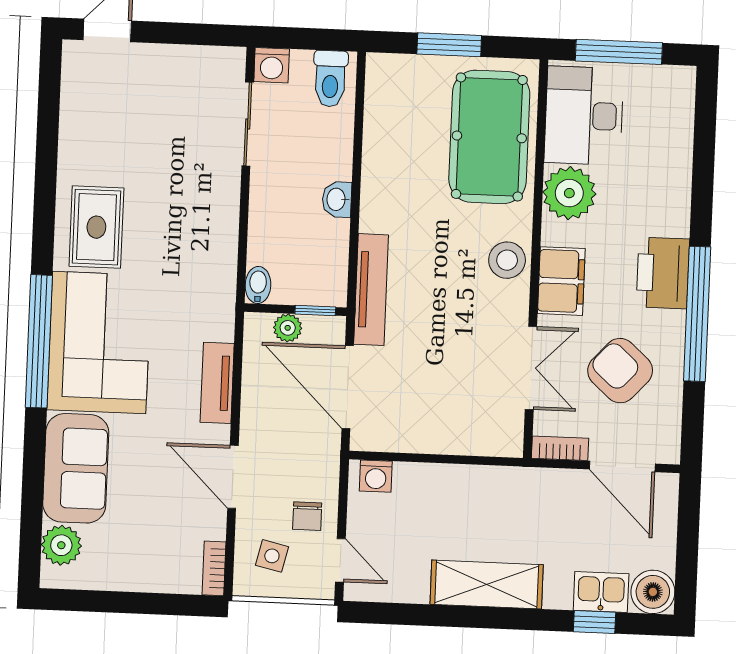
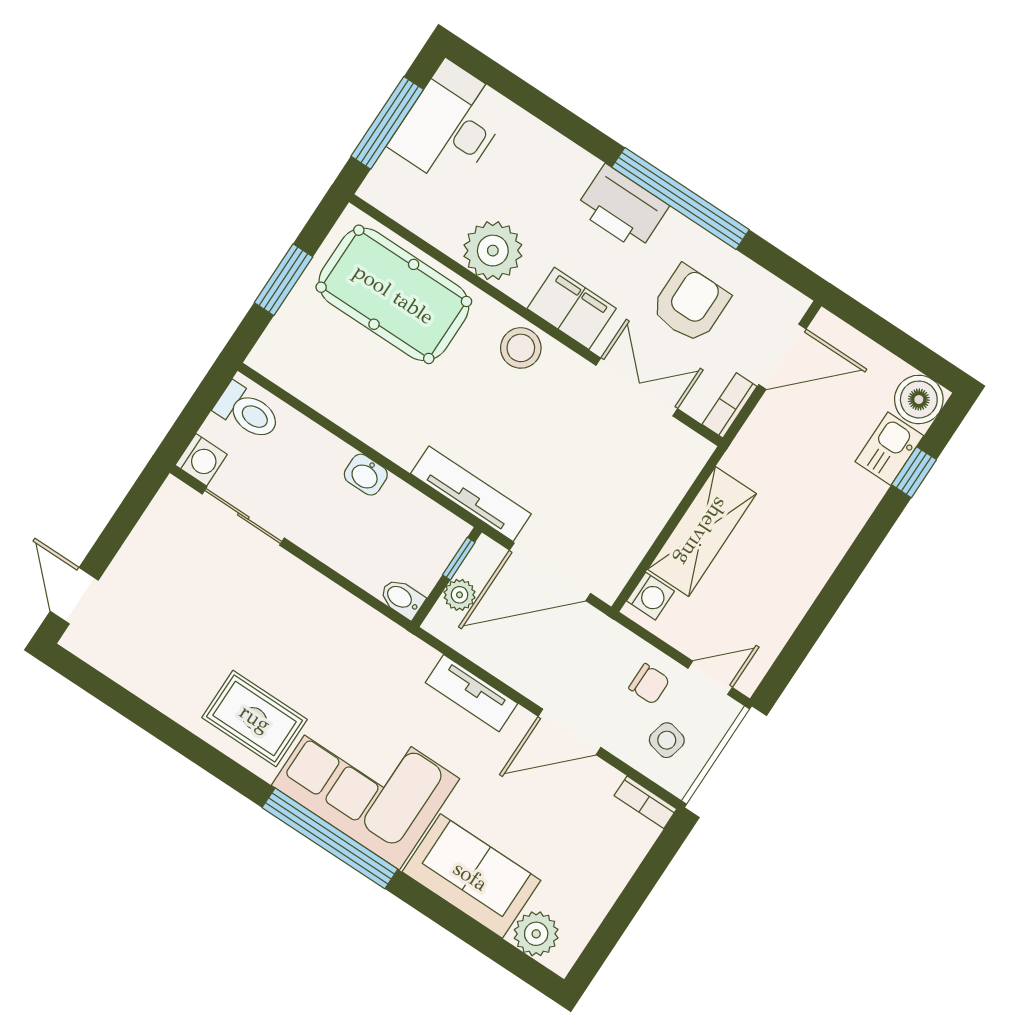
desk: (584, 116) -> (451, 125), moved, turned 90
armchair: (620, 371) -> (690, 304), turned 138
shelving: (487, 585) -> (702, 532), moved

